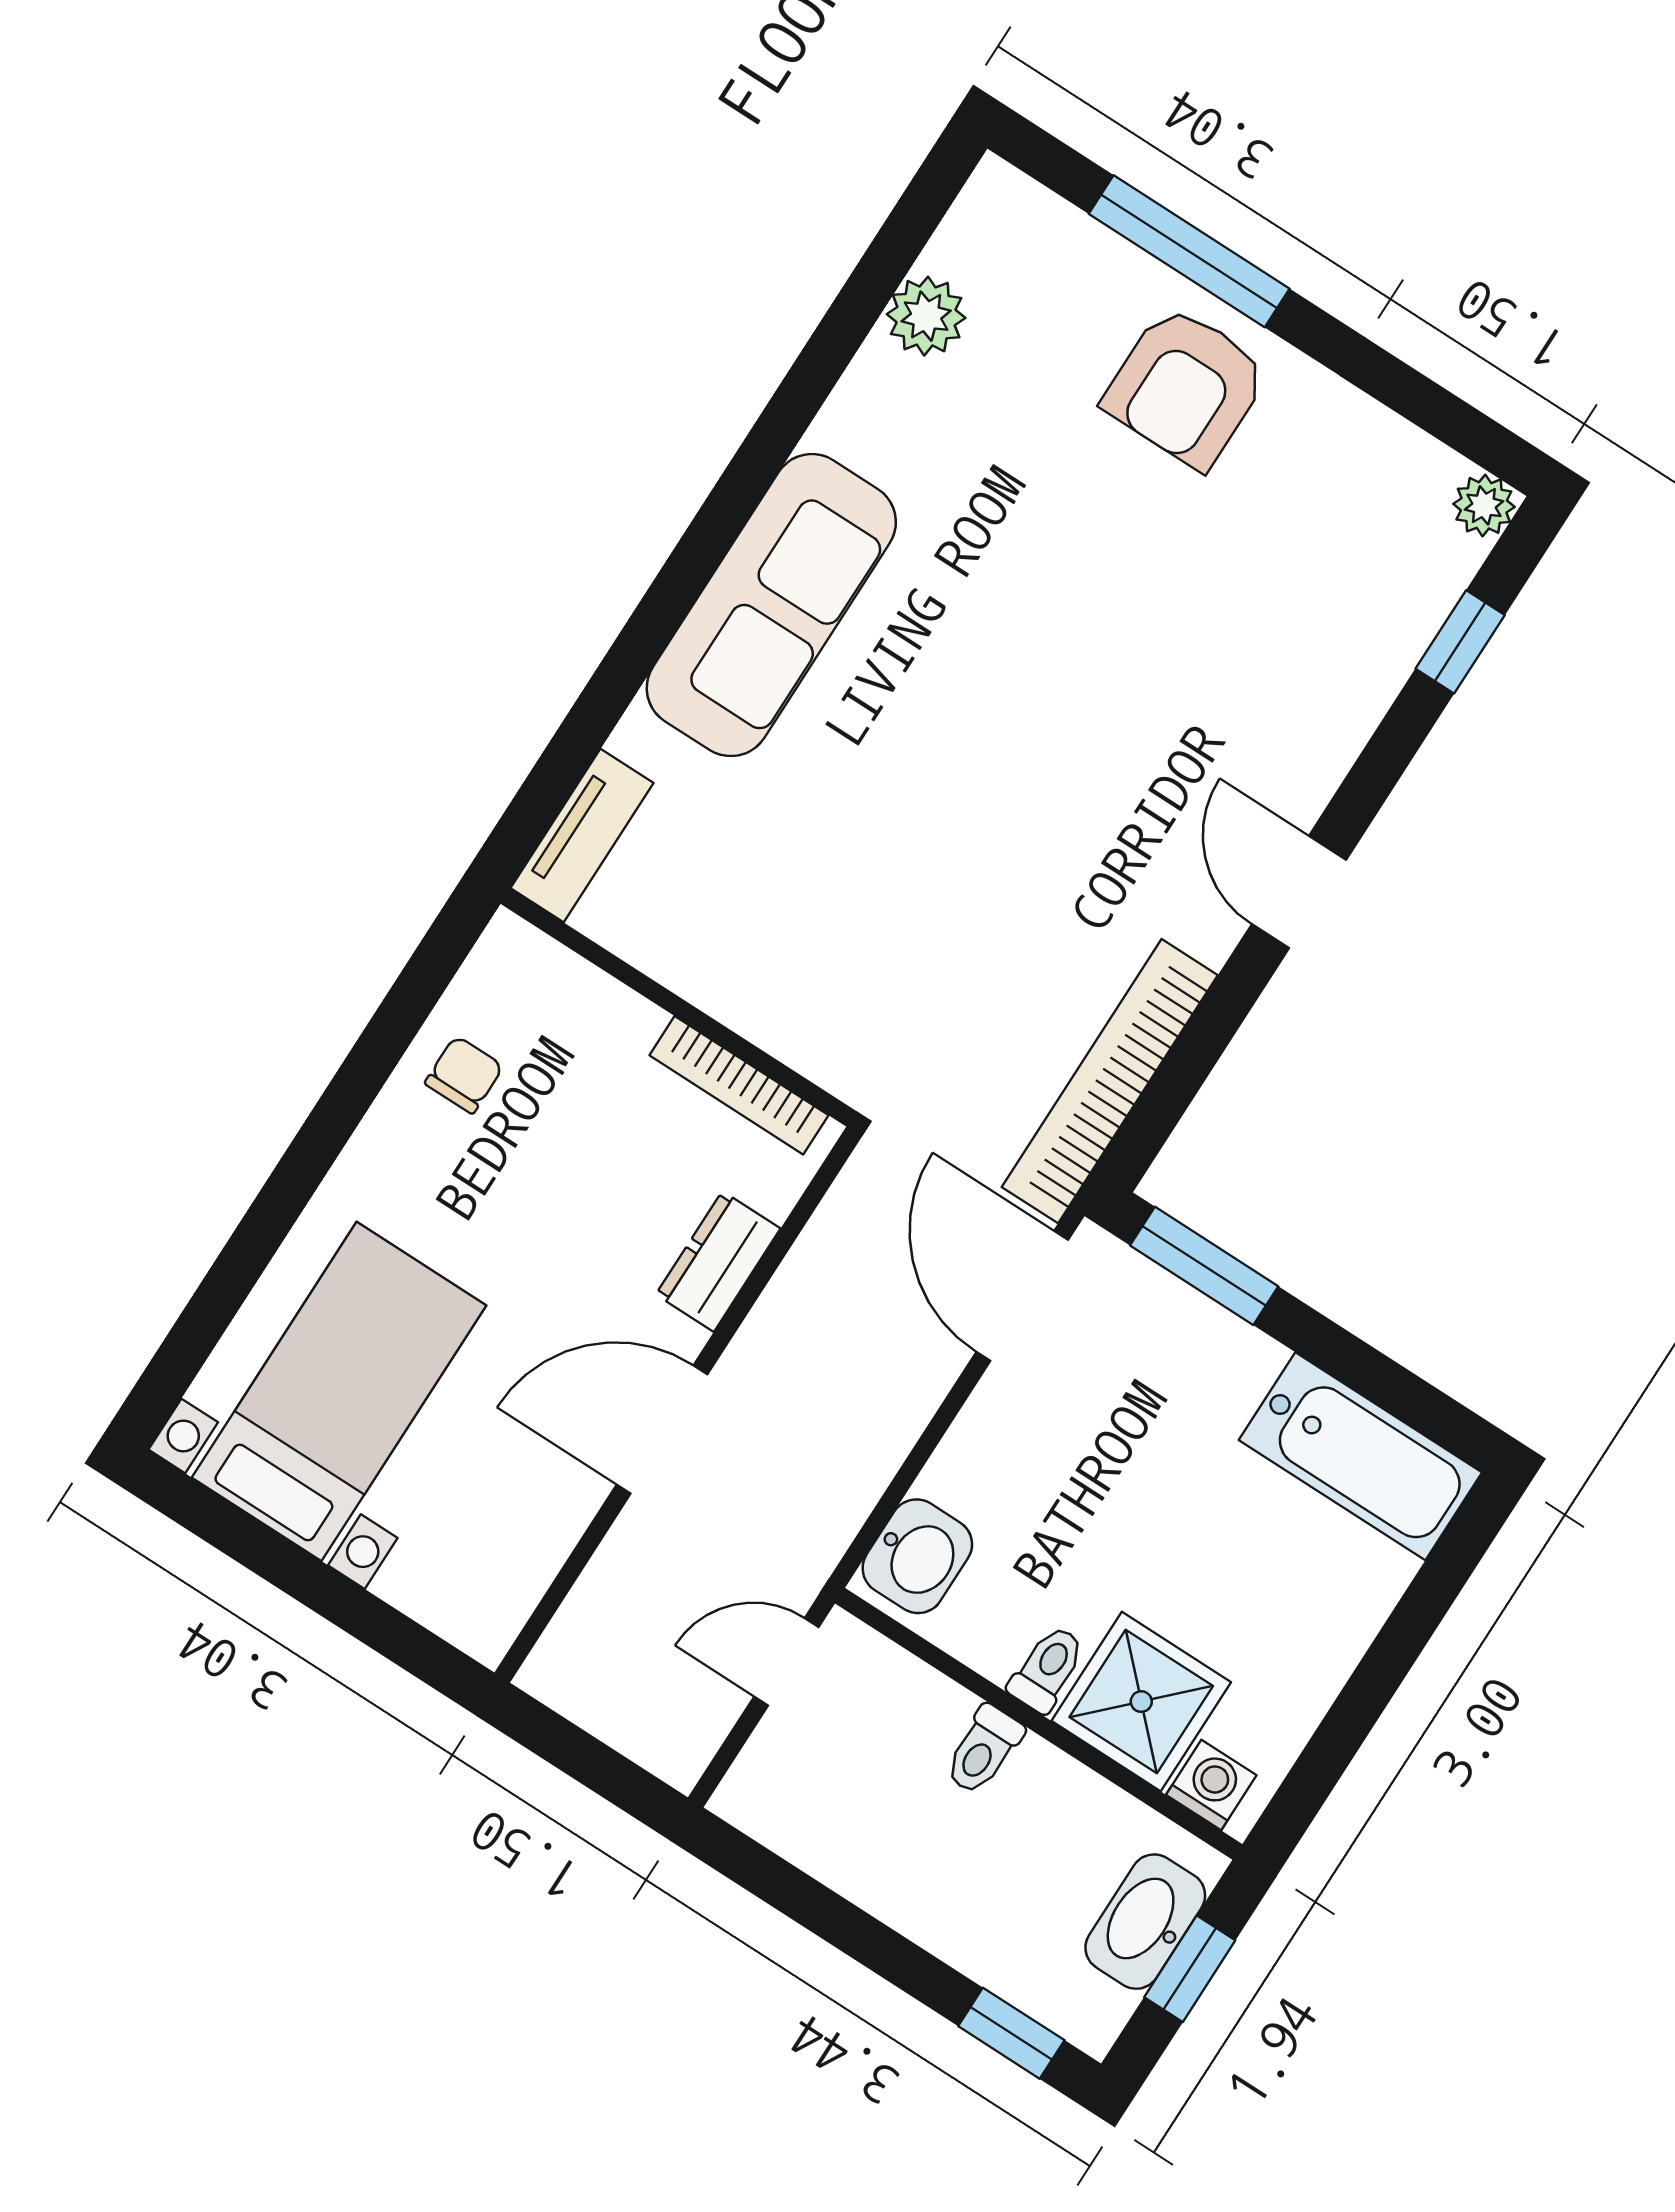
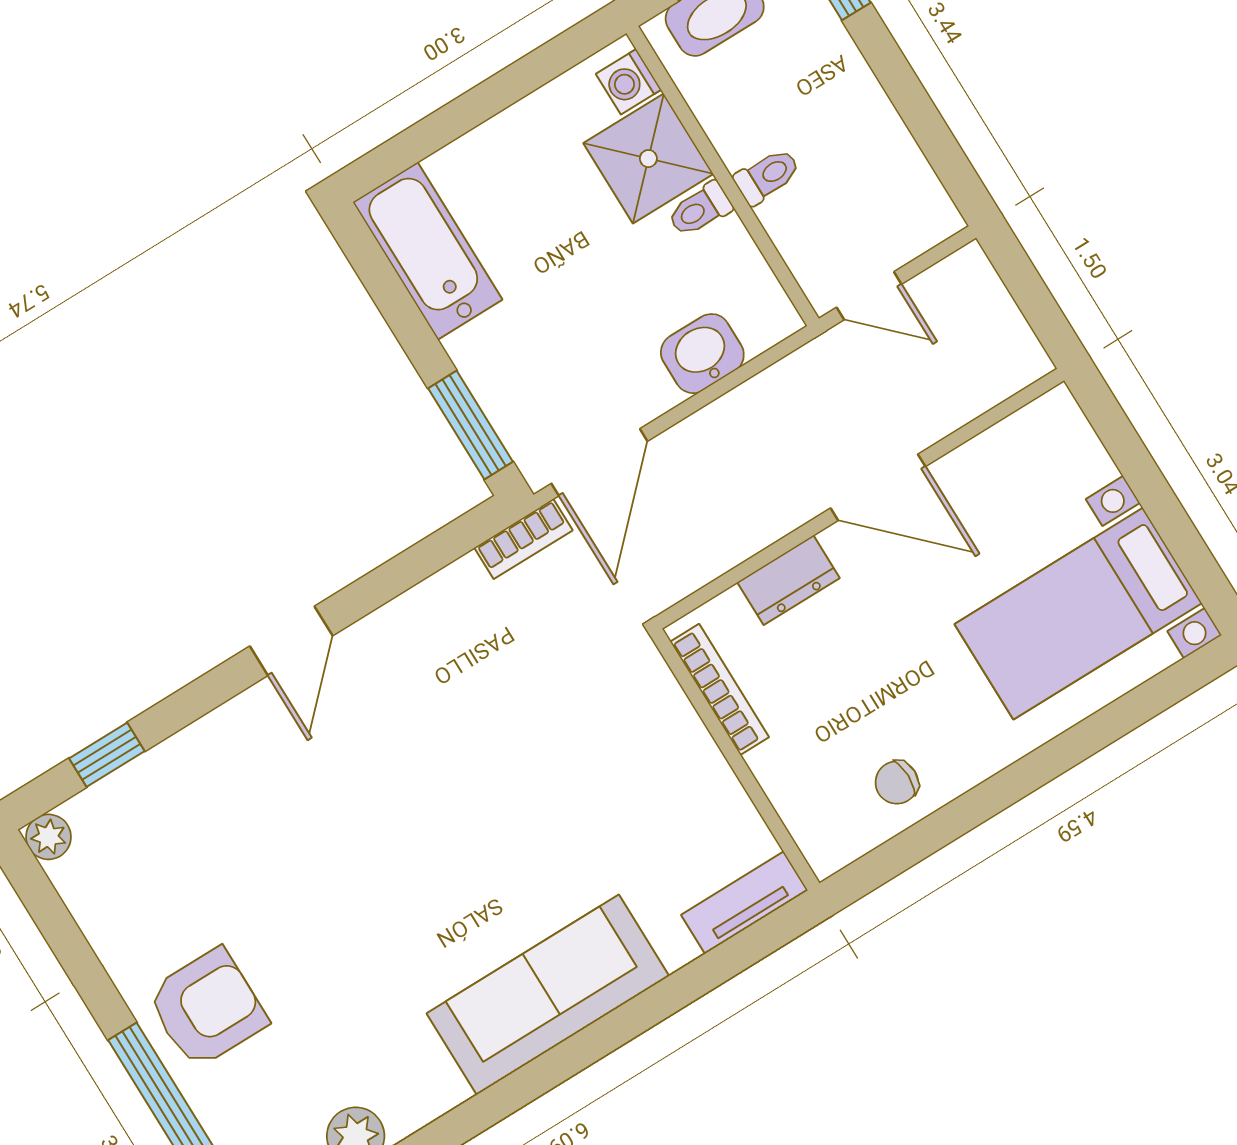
bookcase: (1110, 1081) -> (523, 539), width x0.43, depth x0.76
washbasin: (917, 1556) -> (702, 354), moved

